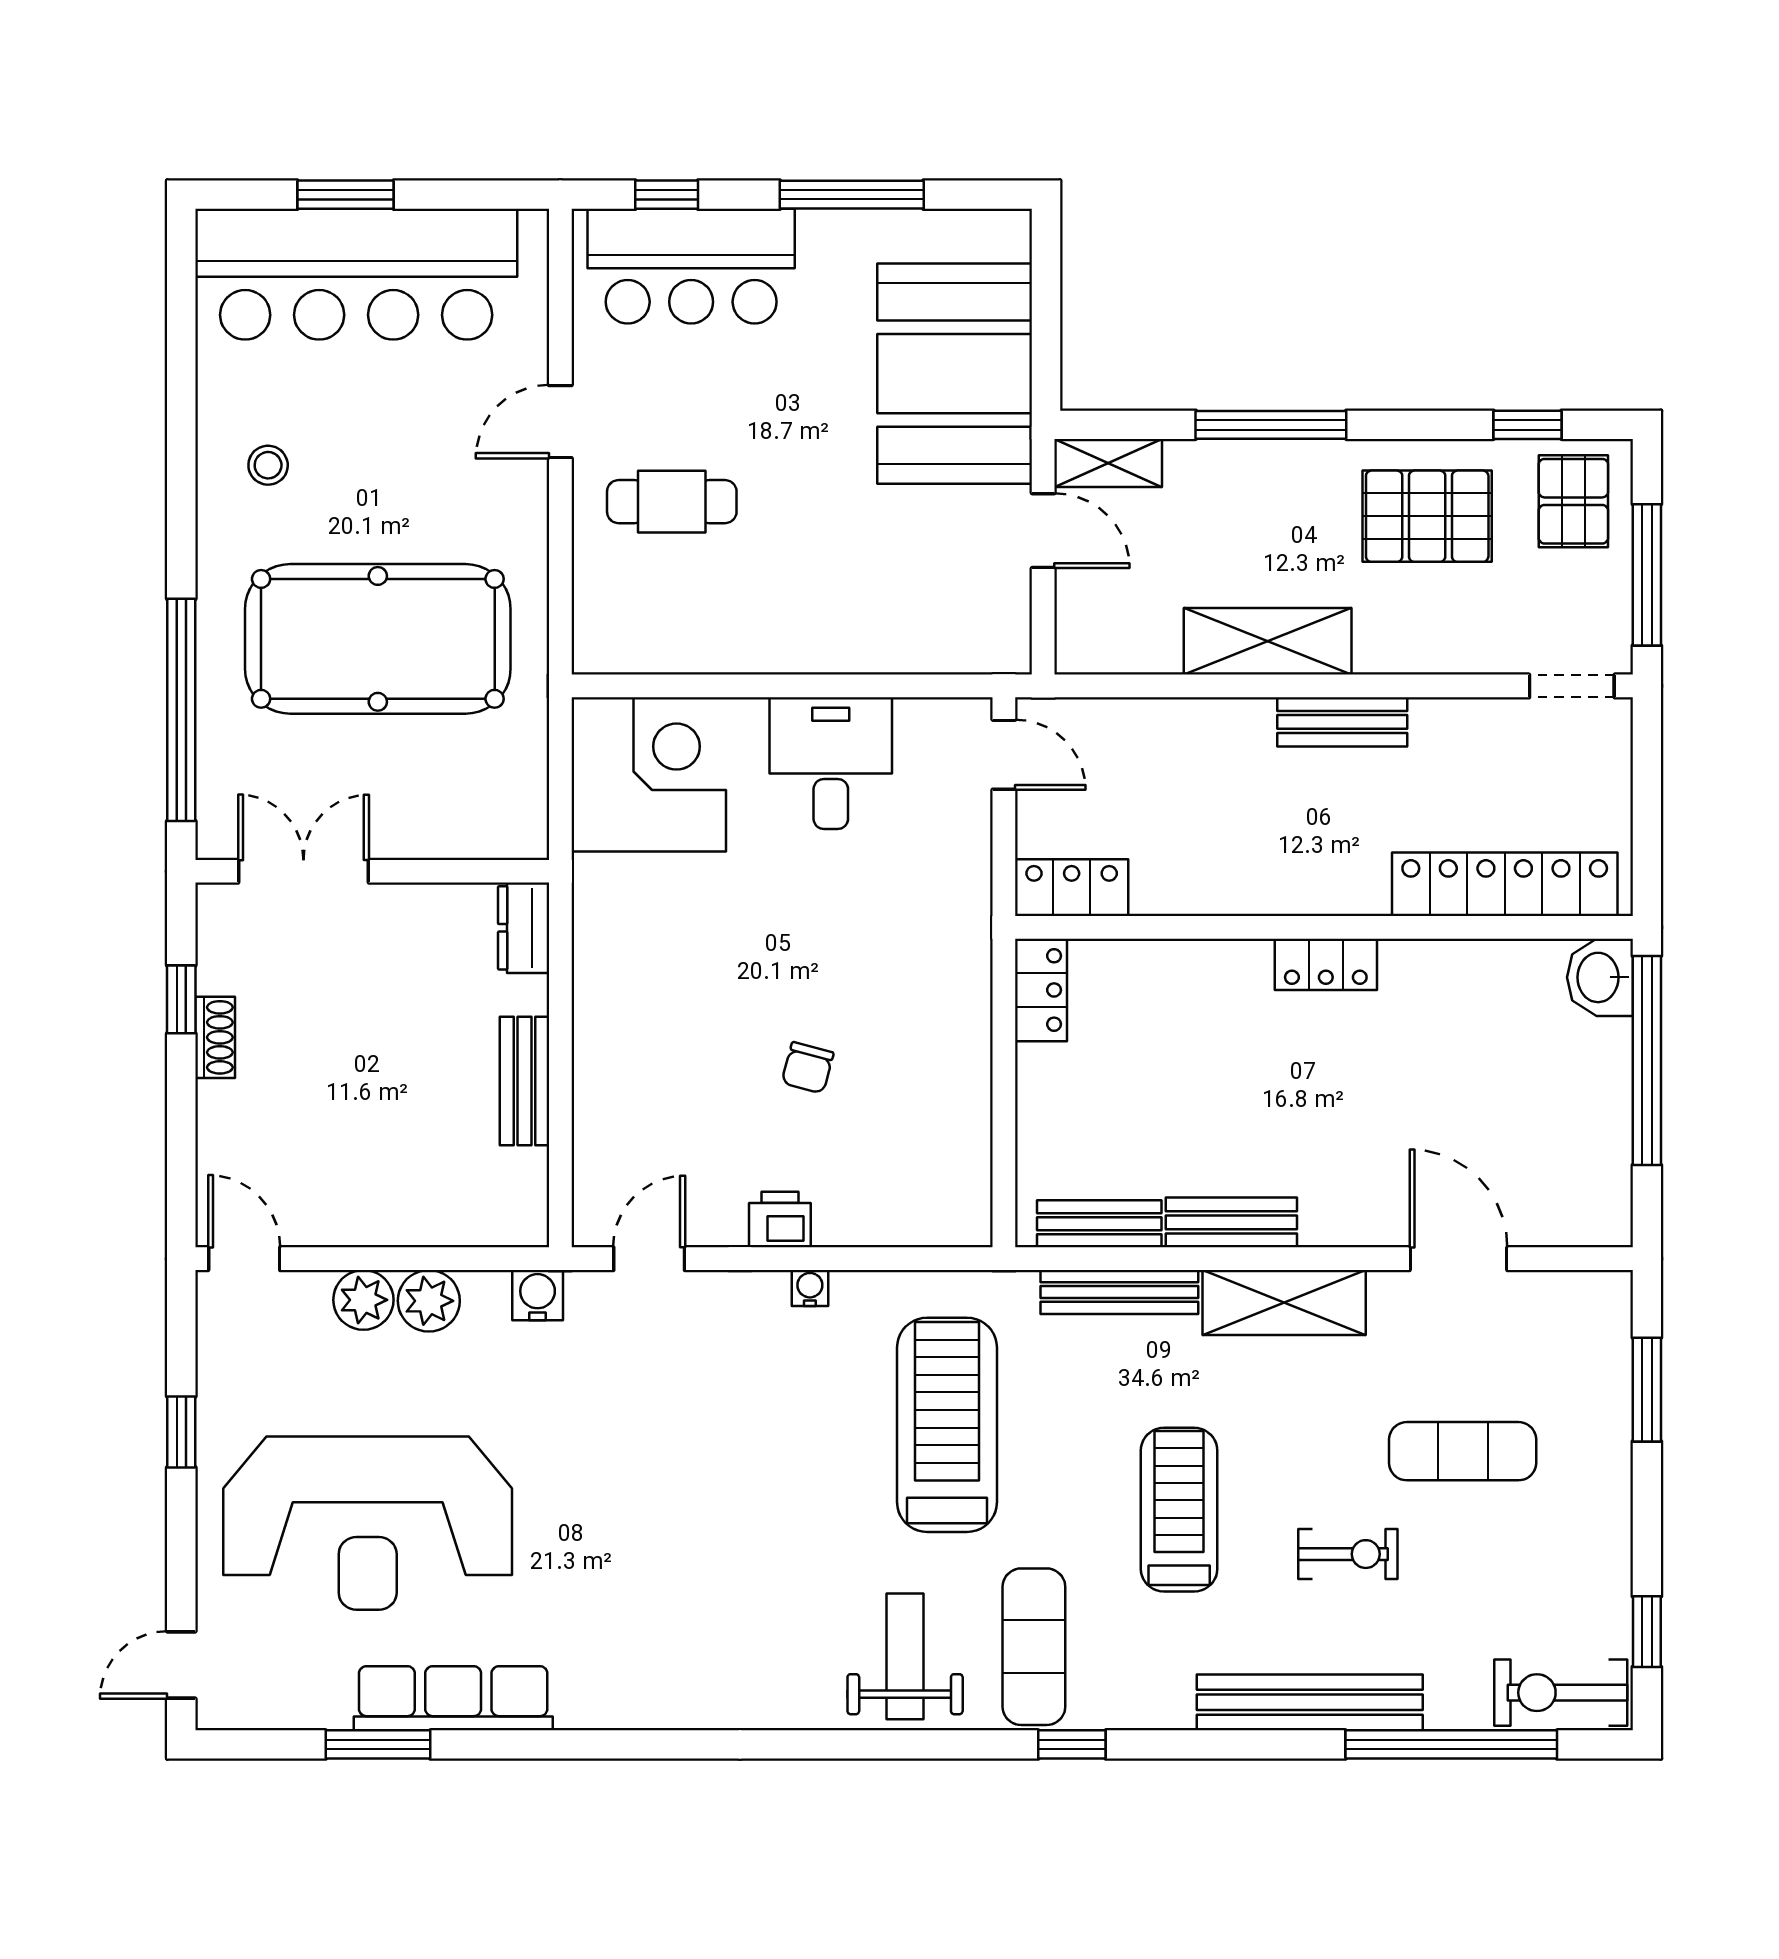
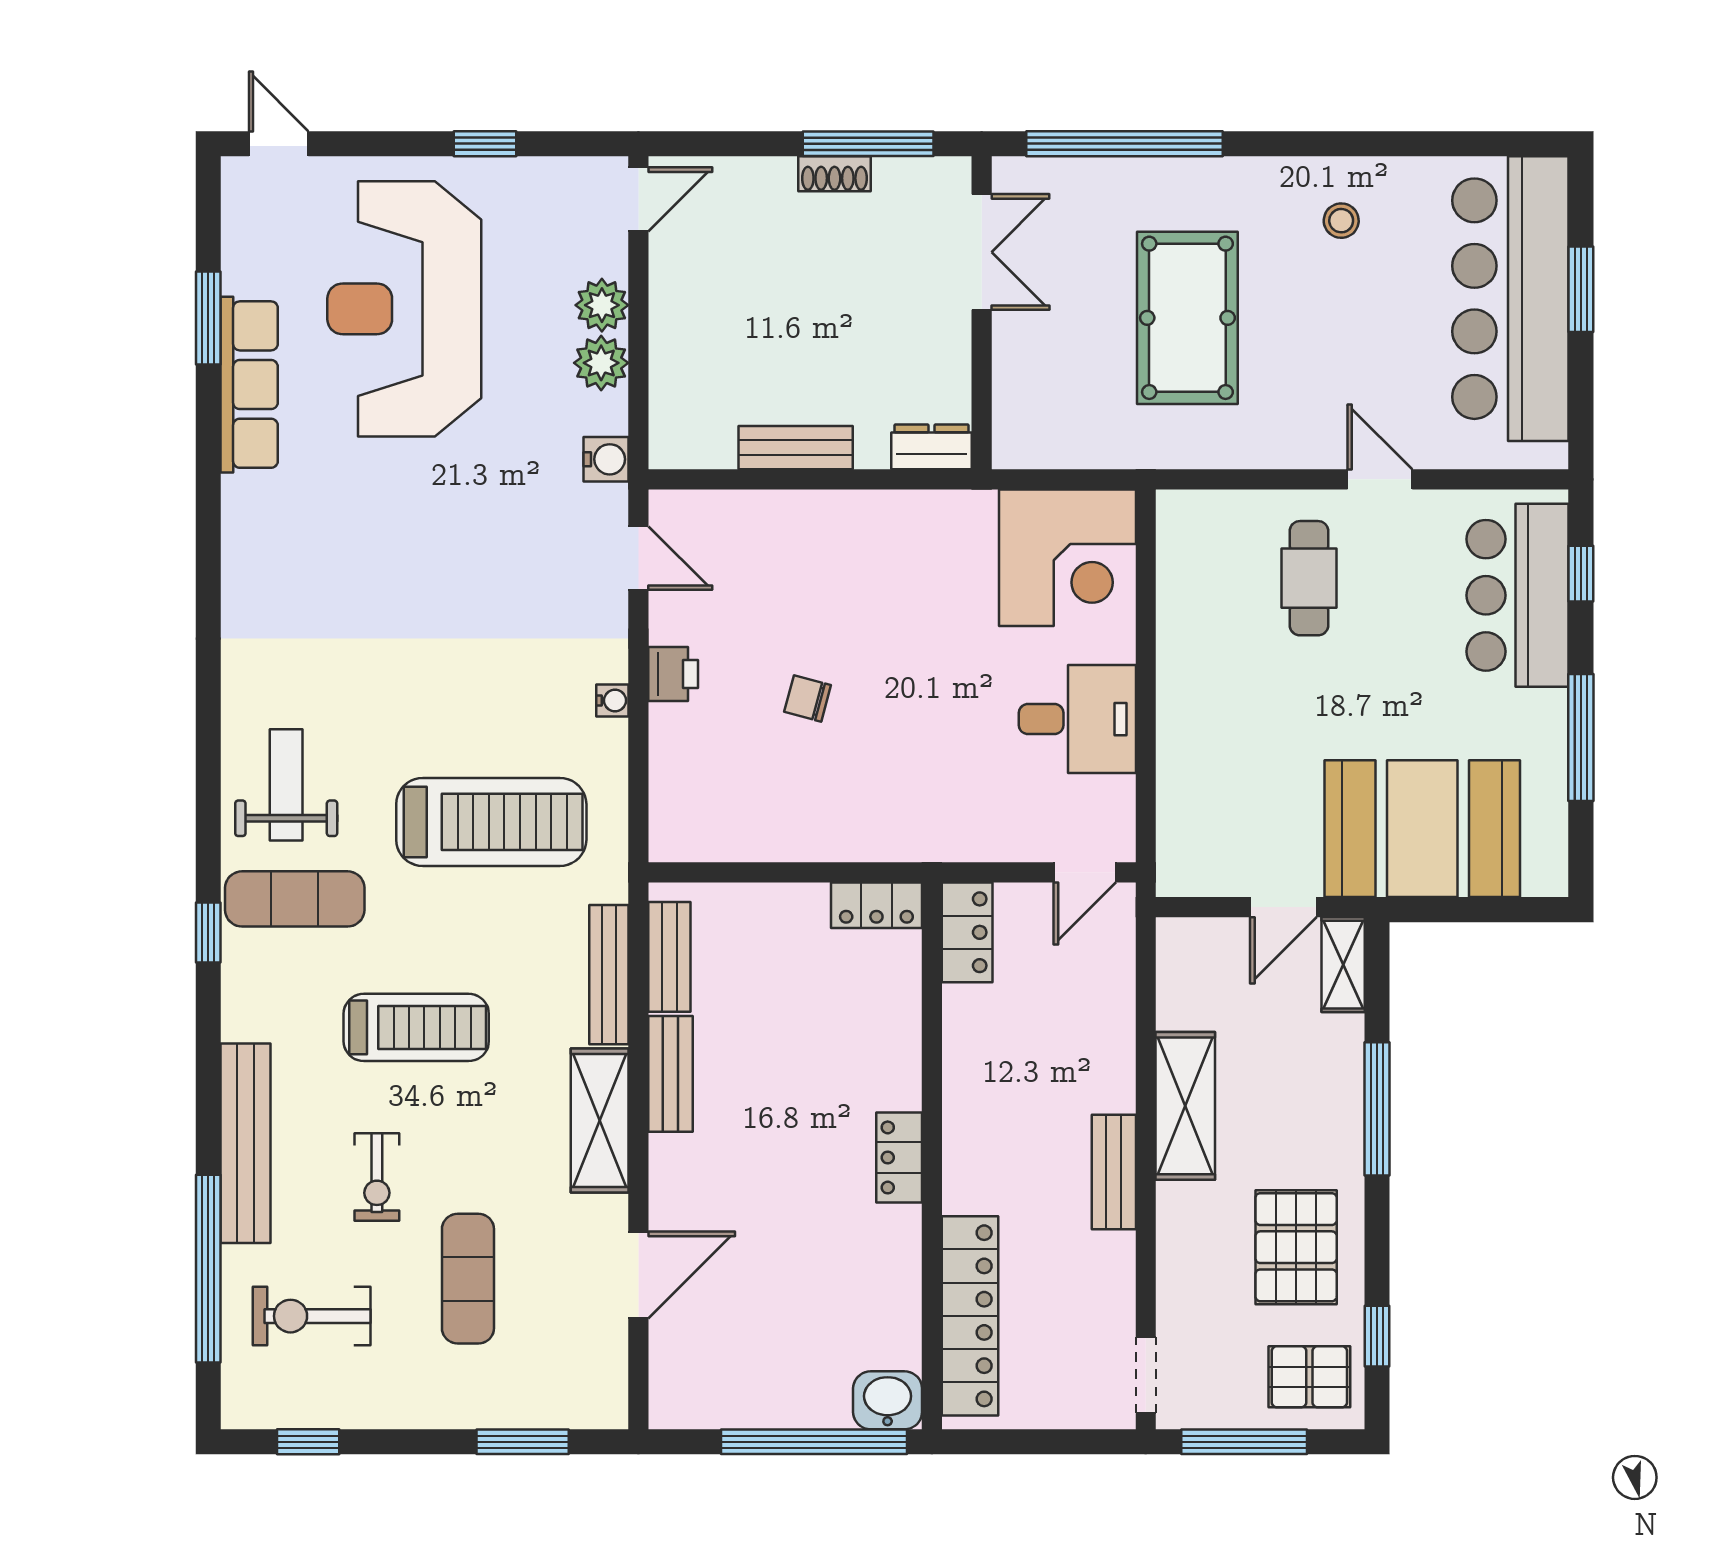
pool table: (378, 639) -> (1187, 318), width x0.73, depth x0.76
window: (181, 999) -> (868, 144), width x2.17
weight bench: (905, 1656) -> (286, 785), turned -90
exercise bike: (1561, 1693) -> (312, 1316), moved, turned -90

